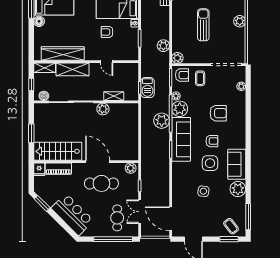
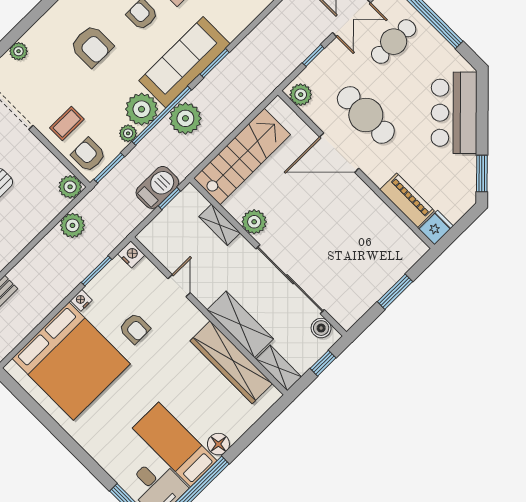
nightstand: (134, 56) -> (131, 254), added
armchair: (218, 113) -> (92, 46), turned 180
stairs: (58, 151) -> (242, 156), moved, turned -90
door: (98, 162) -> (339, 153), hinge flipped

